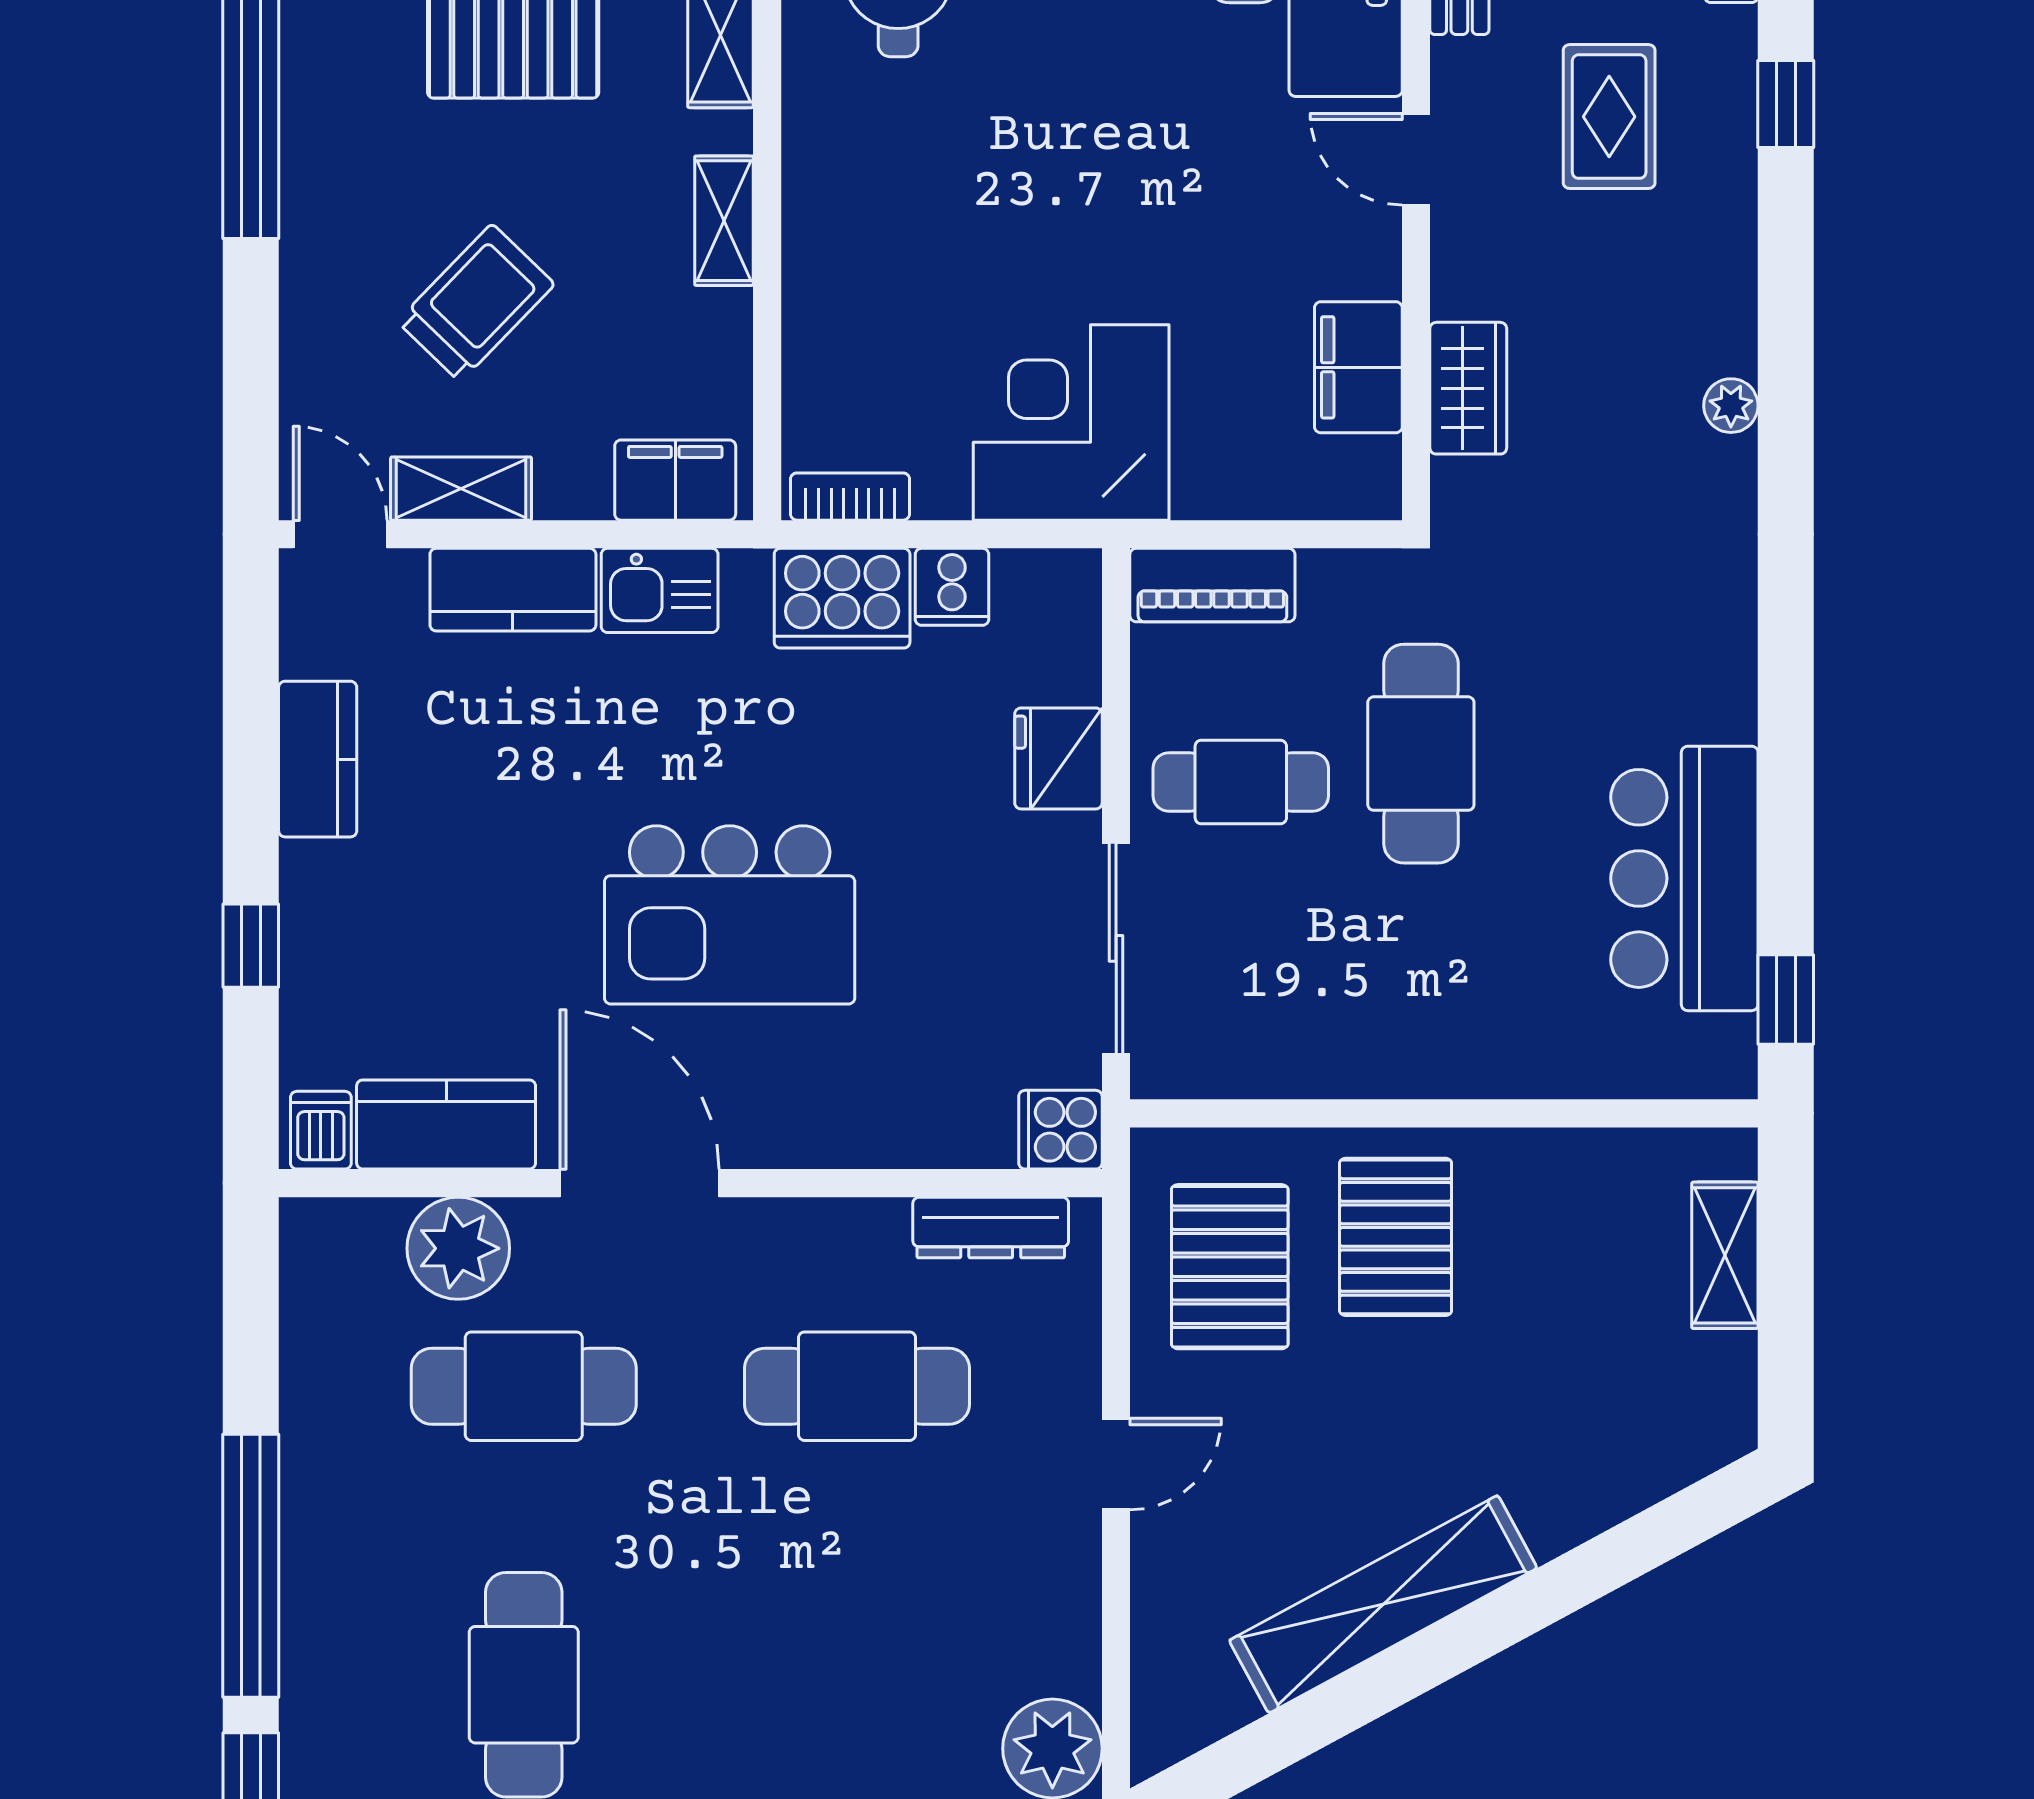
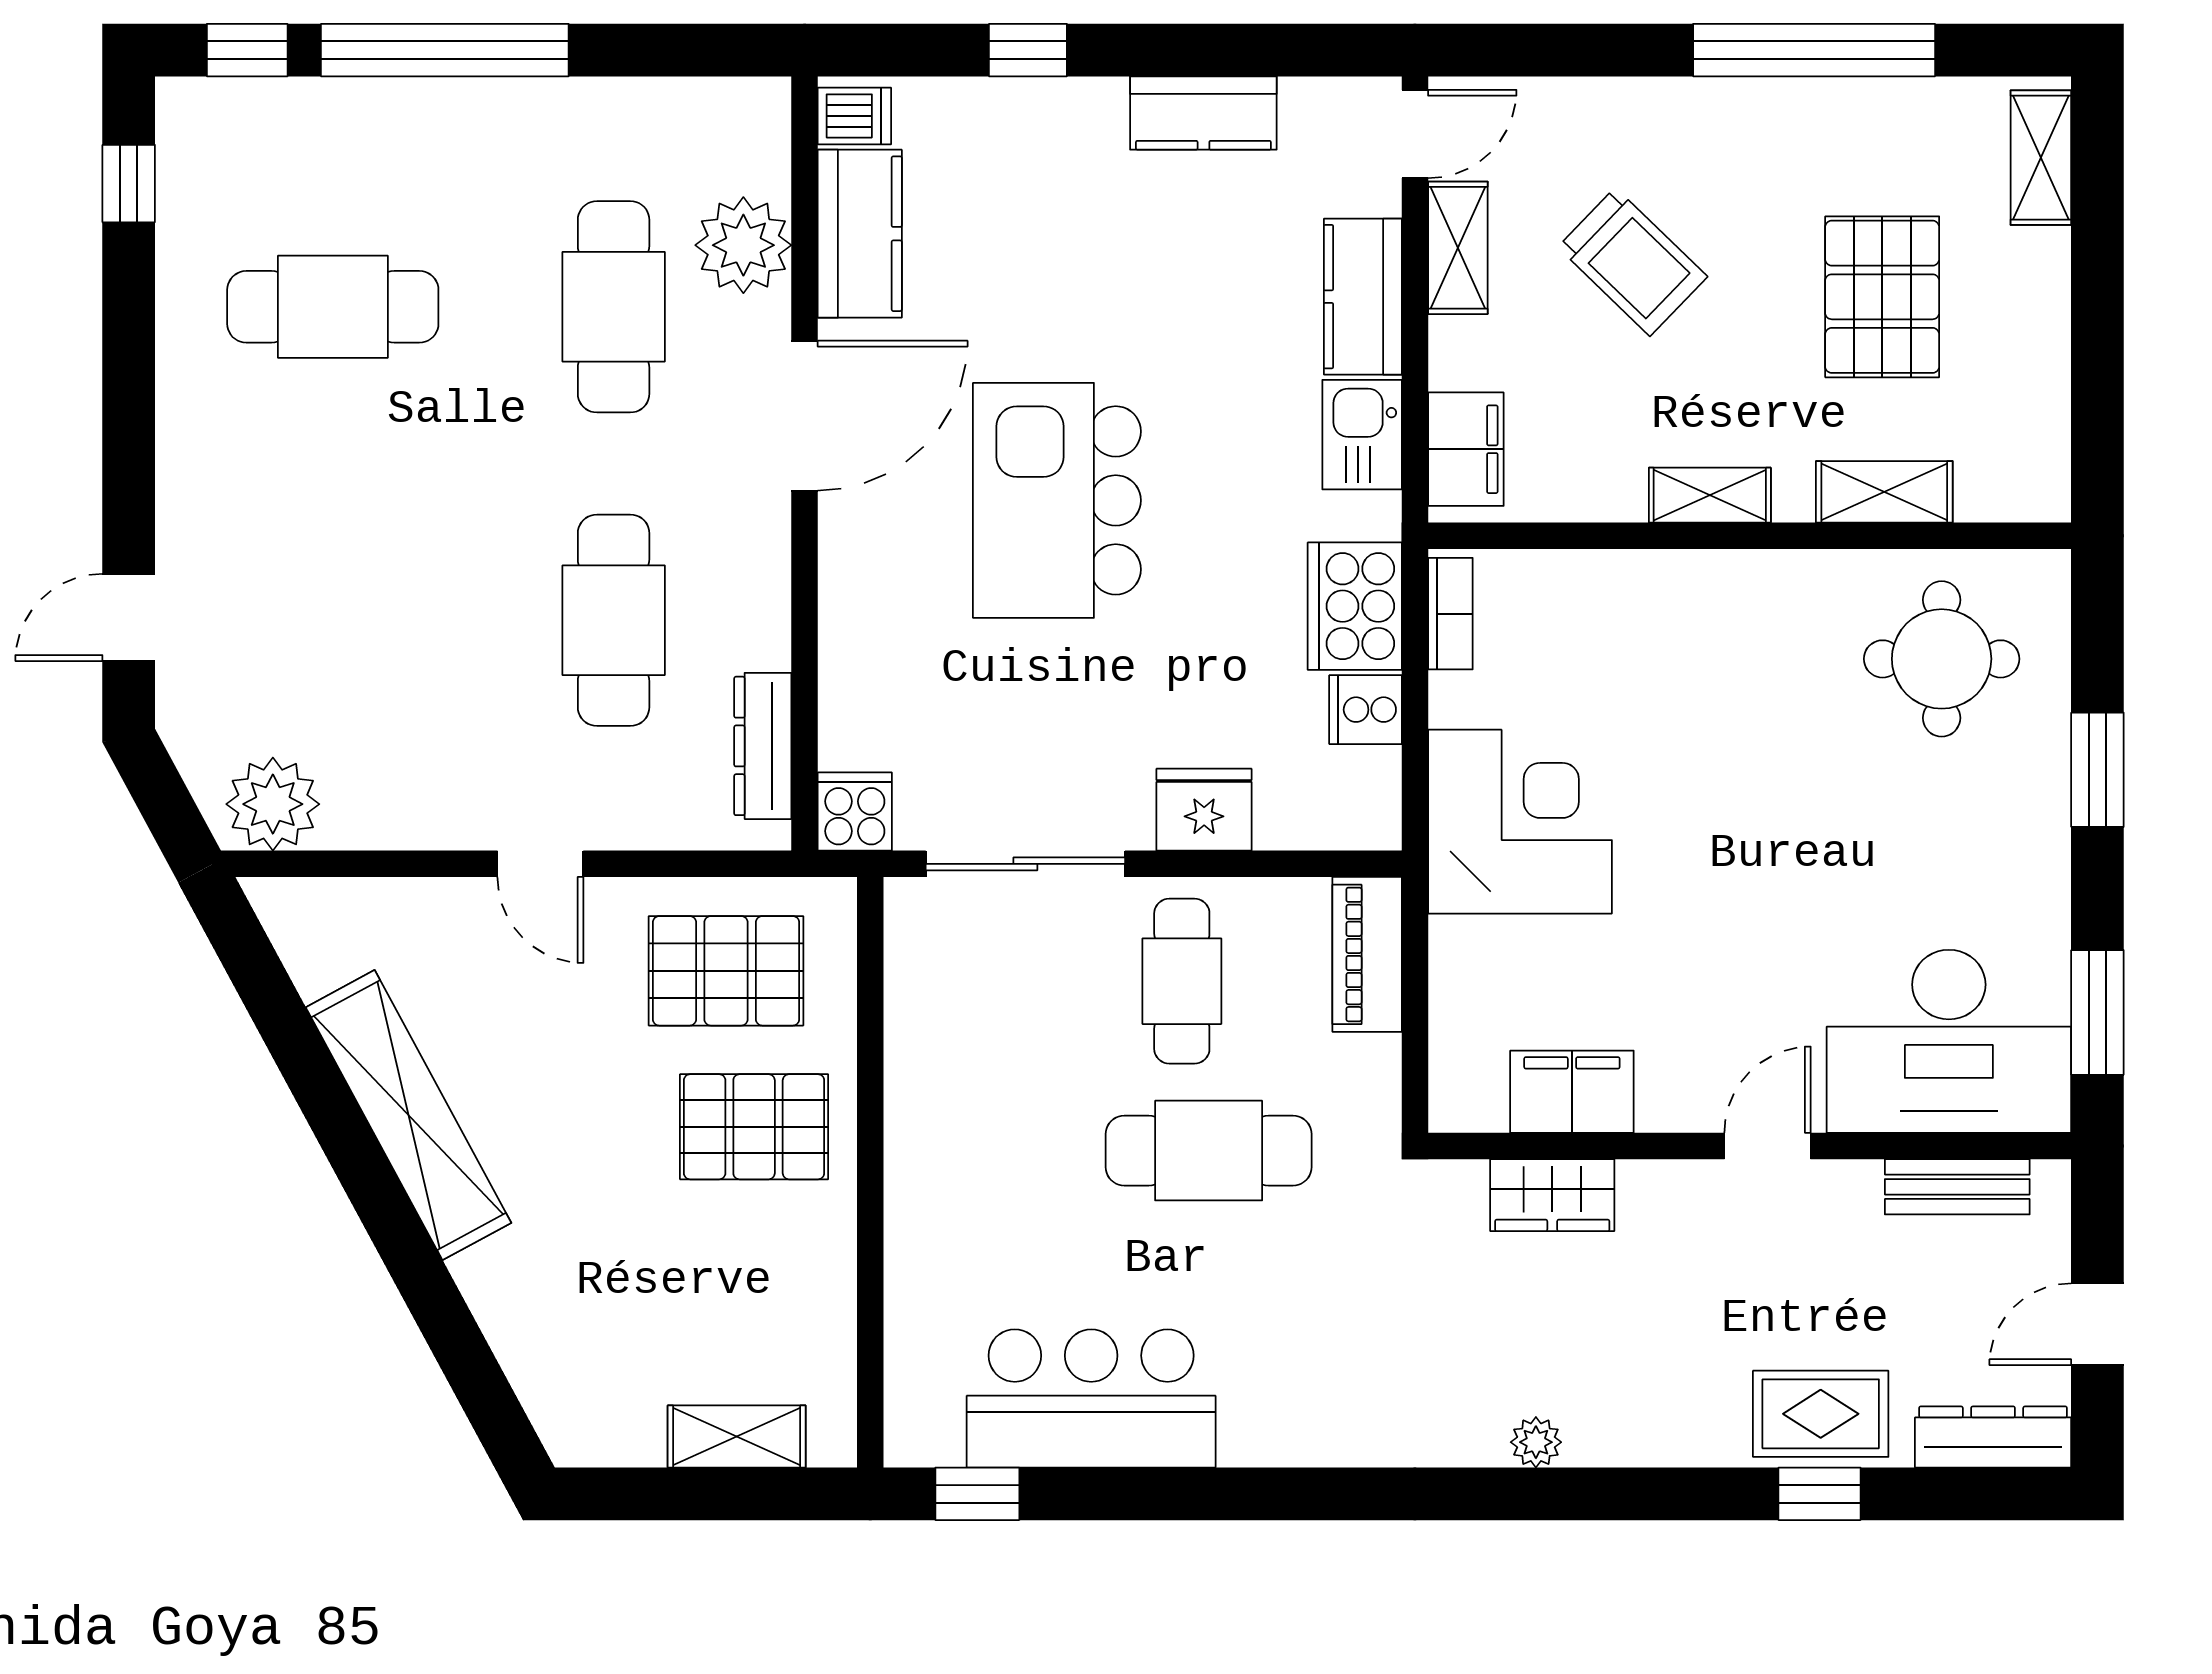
rug: (1609, 117) -> (1821, 1414), moved

